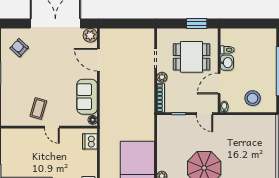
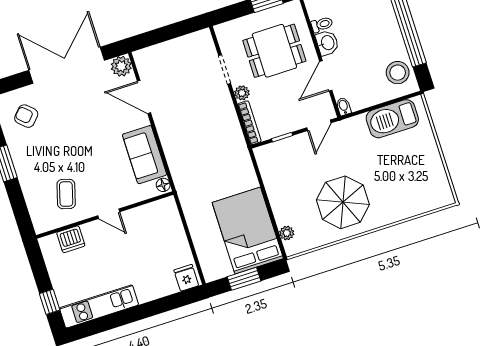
stool: (253, 98) -> (398, 73), moved
coffee table: (38, 108) -> (66, 194), moved
door: (205, 114) -> (319, 125), hinge flipped
barbecue: (253, 125) -> (392, 119), added
dishwasher: (90, 141) -> (71, 239), moved, turned -90

